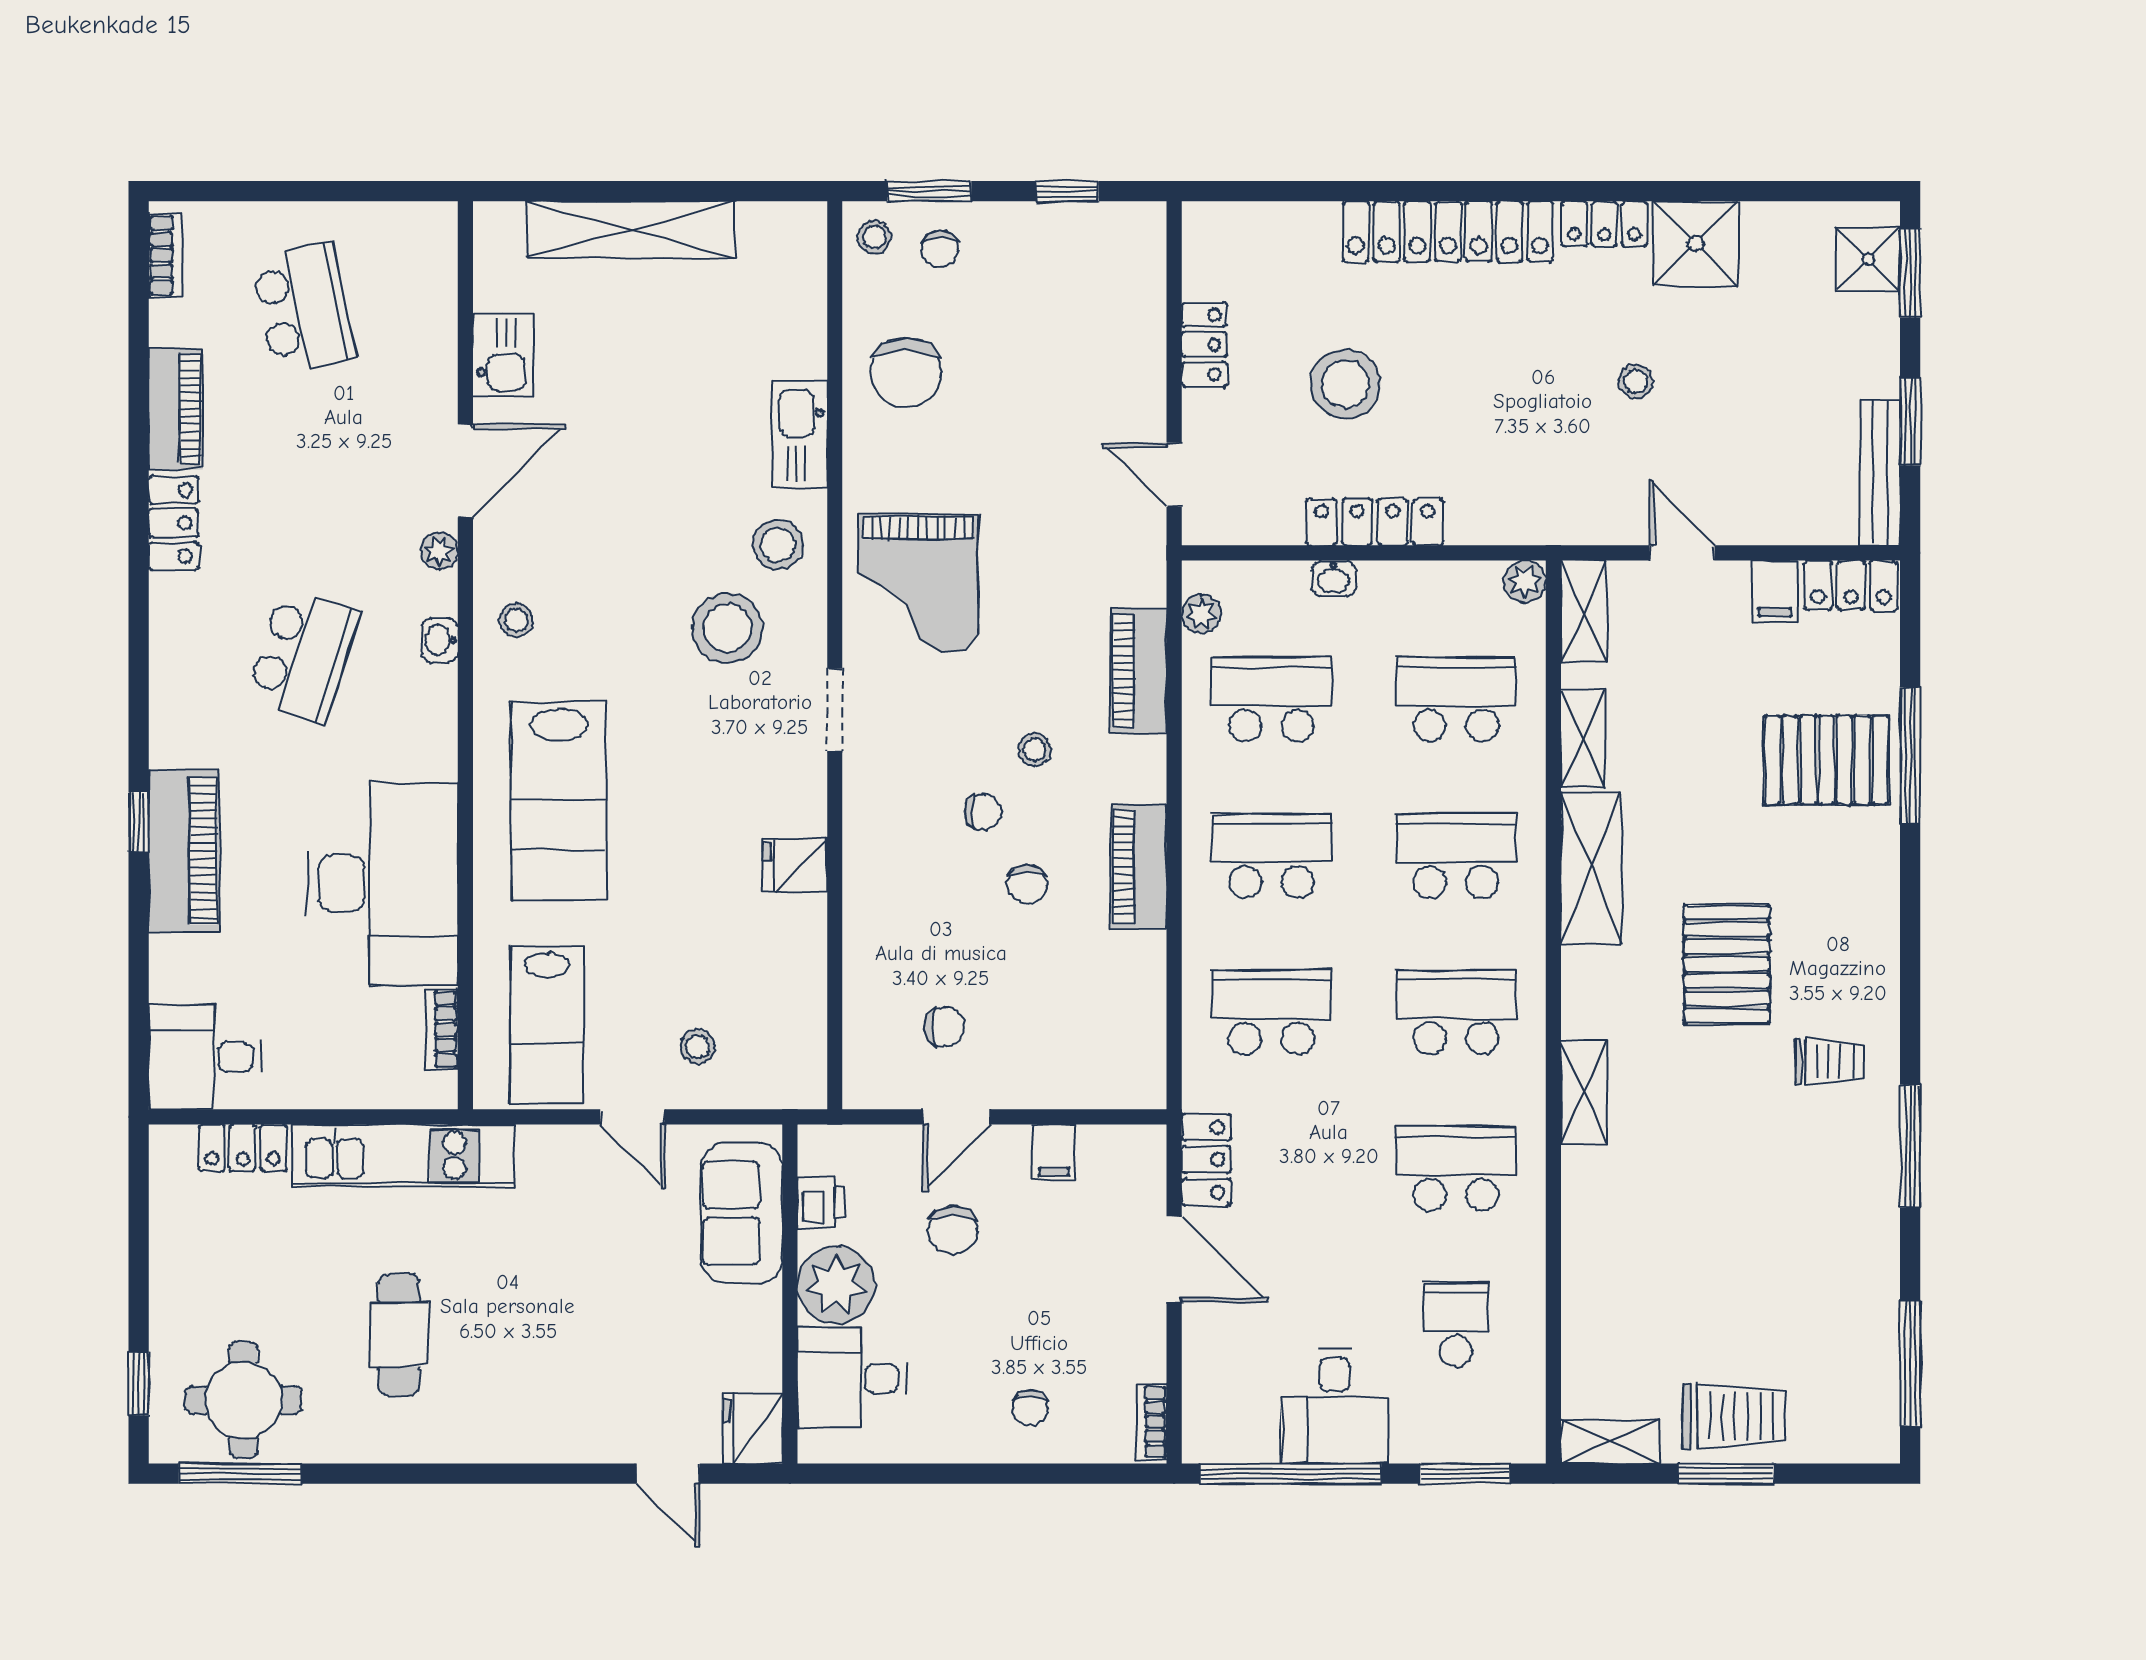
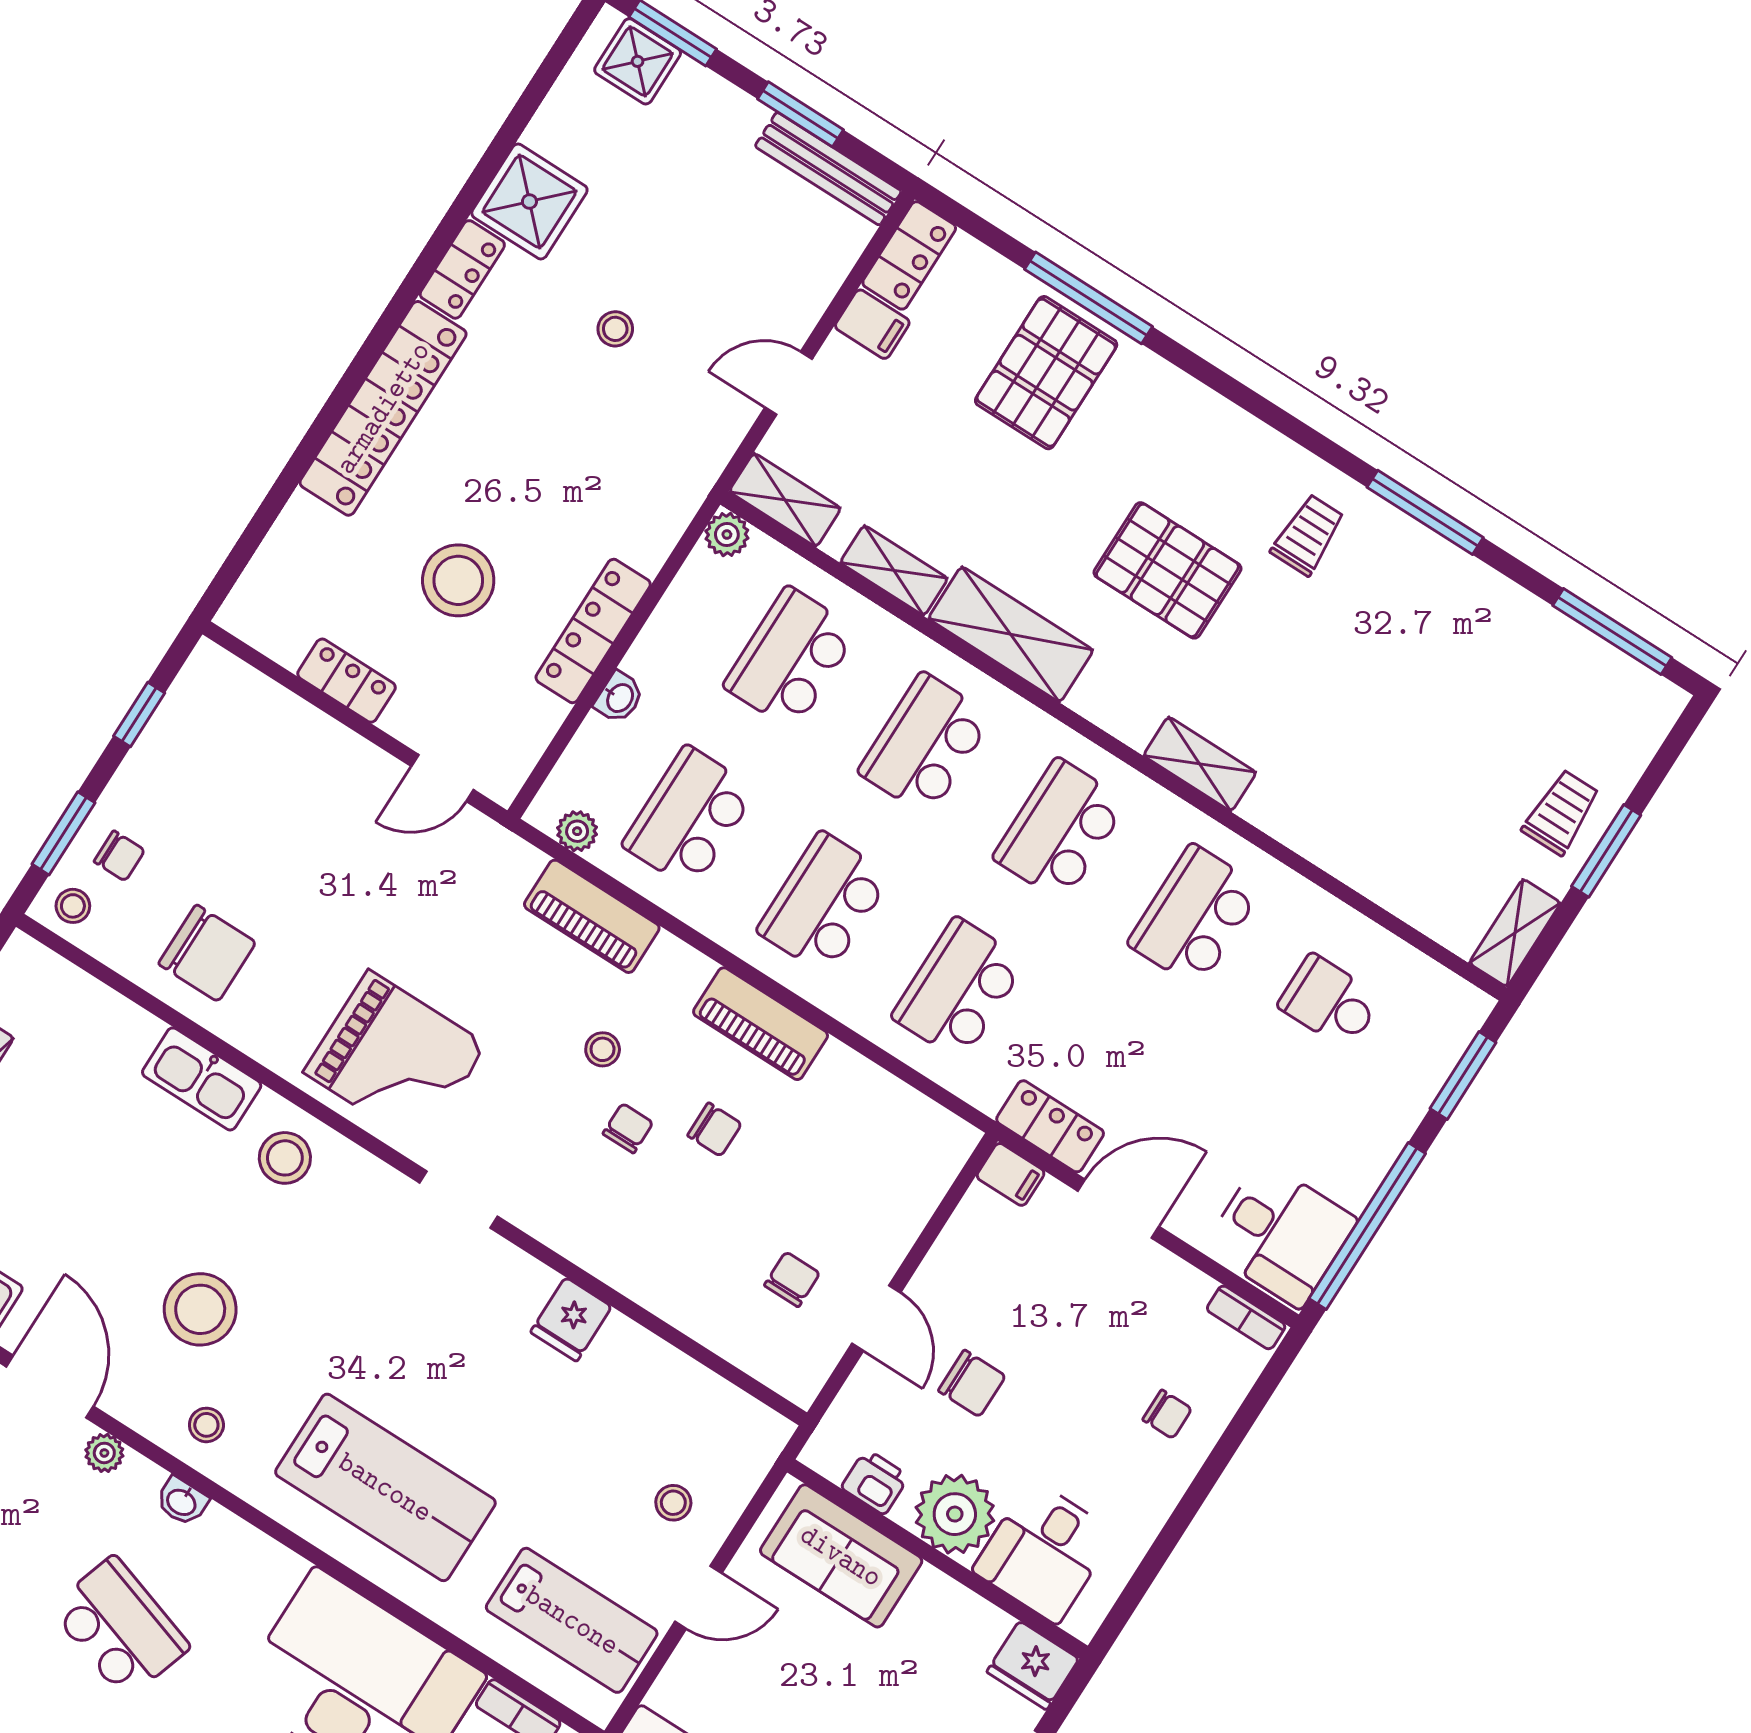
stool: (727, 628) -> (200, 1309), moved
filing cabinet: (1054, 1152) -> (1011, 1174), moved
desk: (1335, 1406) -> (1280, 1234), moved
trolley: (1734, 1416) -> (1561, 812), width x0.73, depth x0.72

